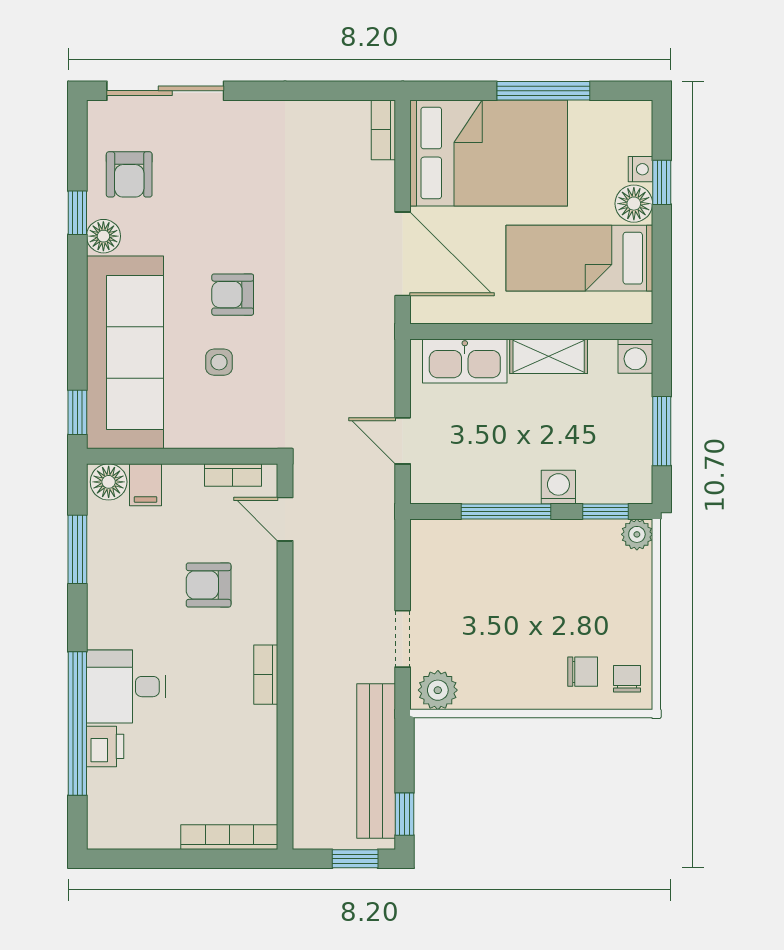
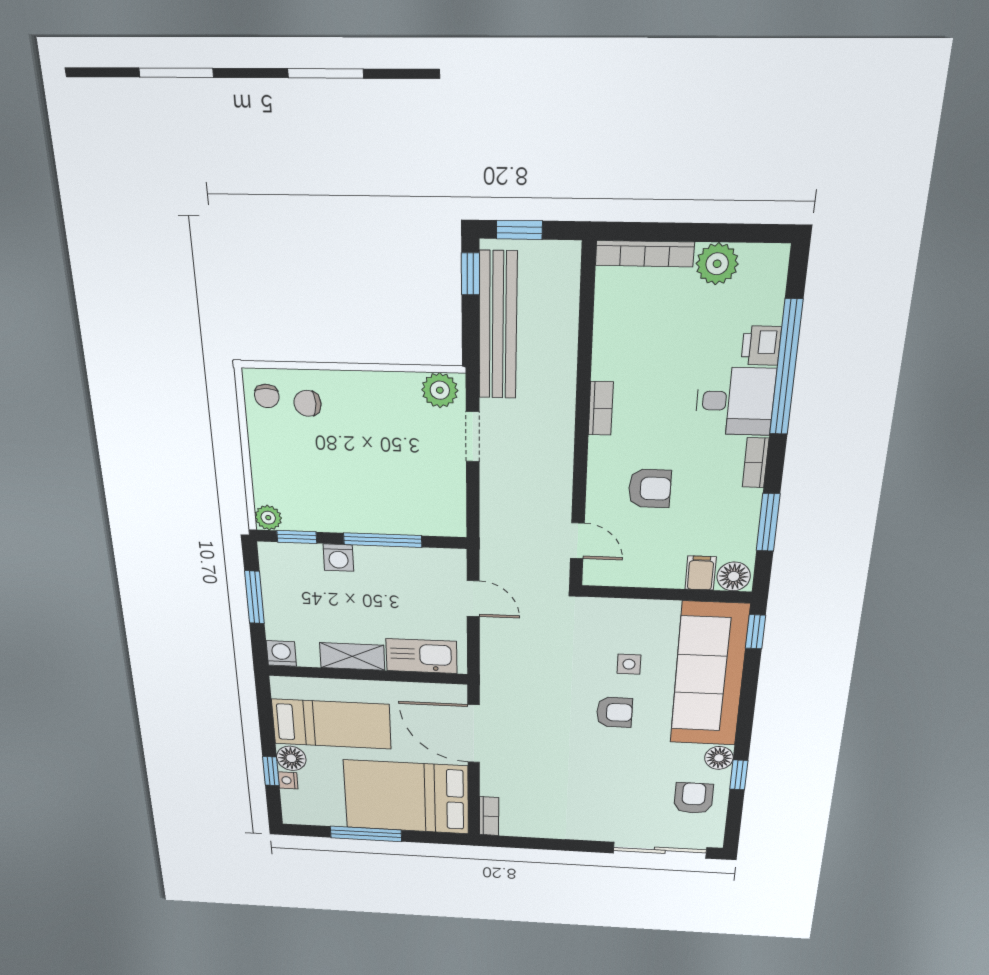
bookcase: (233, 475) -> (756, 463), moved, turned -90
plant: (157, 828) -> (717, 264), added

